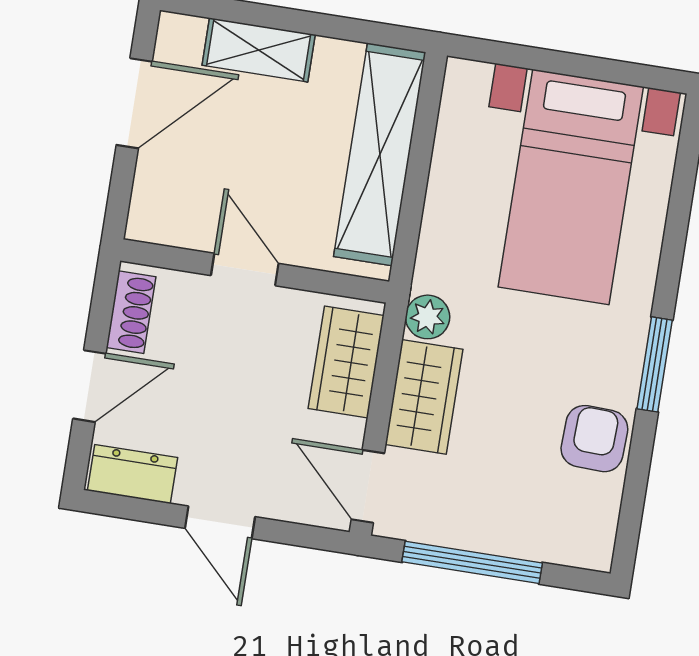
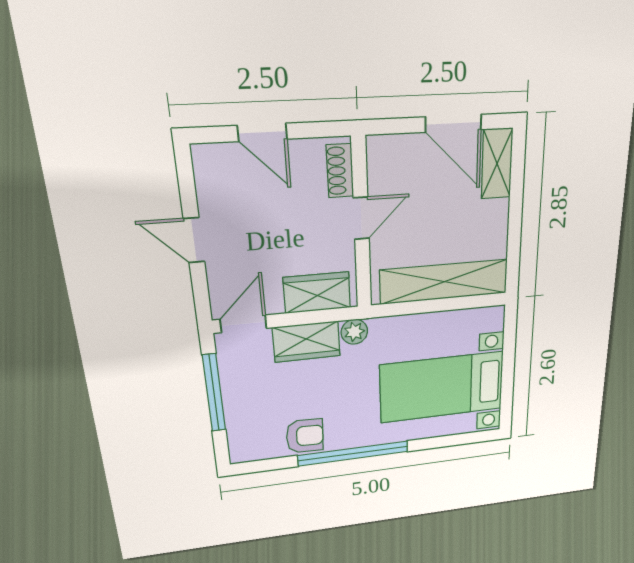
shelving: (259, 50) -> (497, 164), moved
shoe rack: (131, 312) -> (340, 171), moved, turned 90
window: (655, 364) -> (353, 453), width x2.11
dresser: (132, 474) -> (210, 175), removed
door: (220, 522) -> (194, 240), hinge flipped

